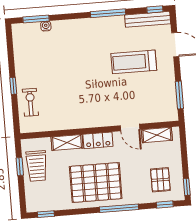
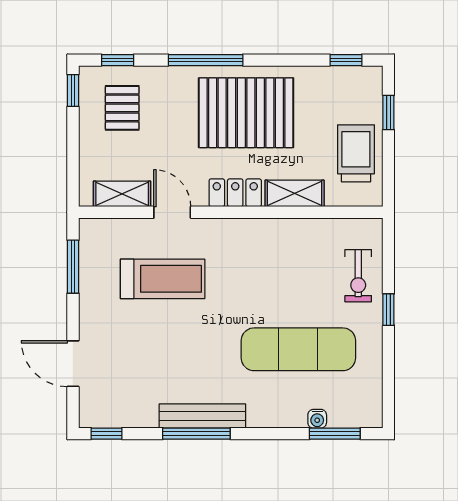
bench: (148, 19) -> (202, 416), moved
exercise mat: (58, 61) -> (298, 349), added
treadmill: (134, 62) -> (163, 279), moved
window: (20, 166) -> (388, 113), moved

